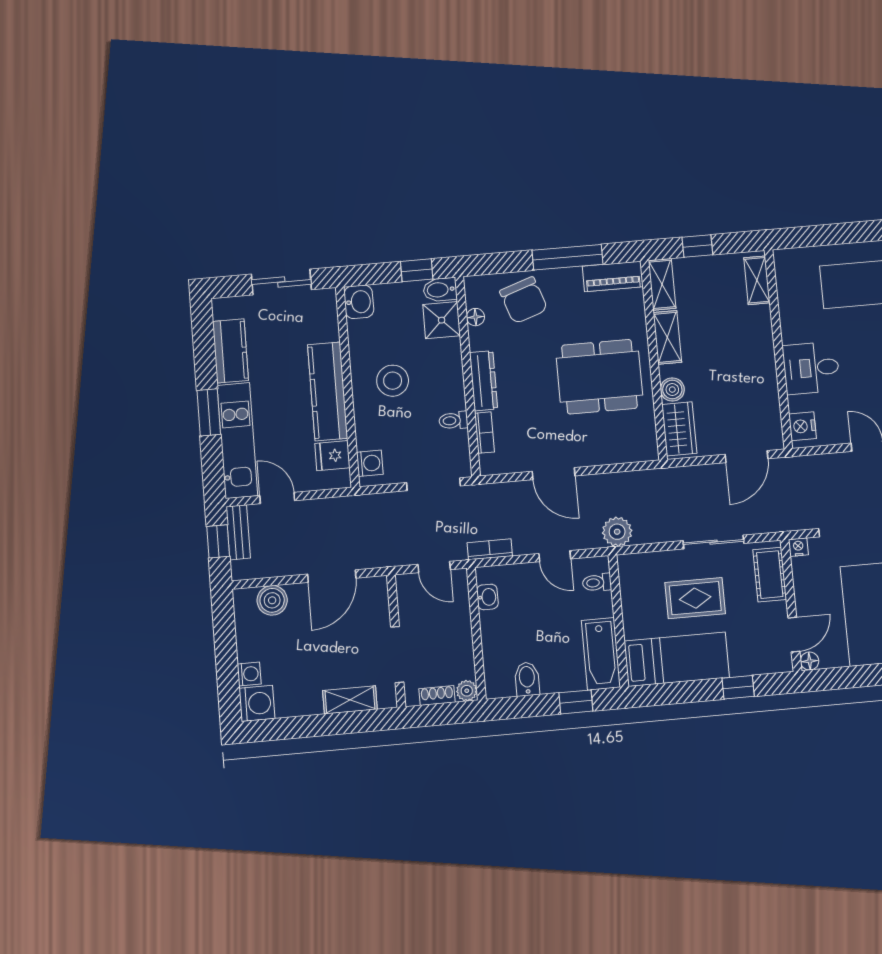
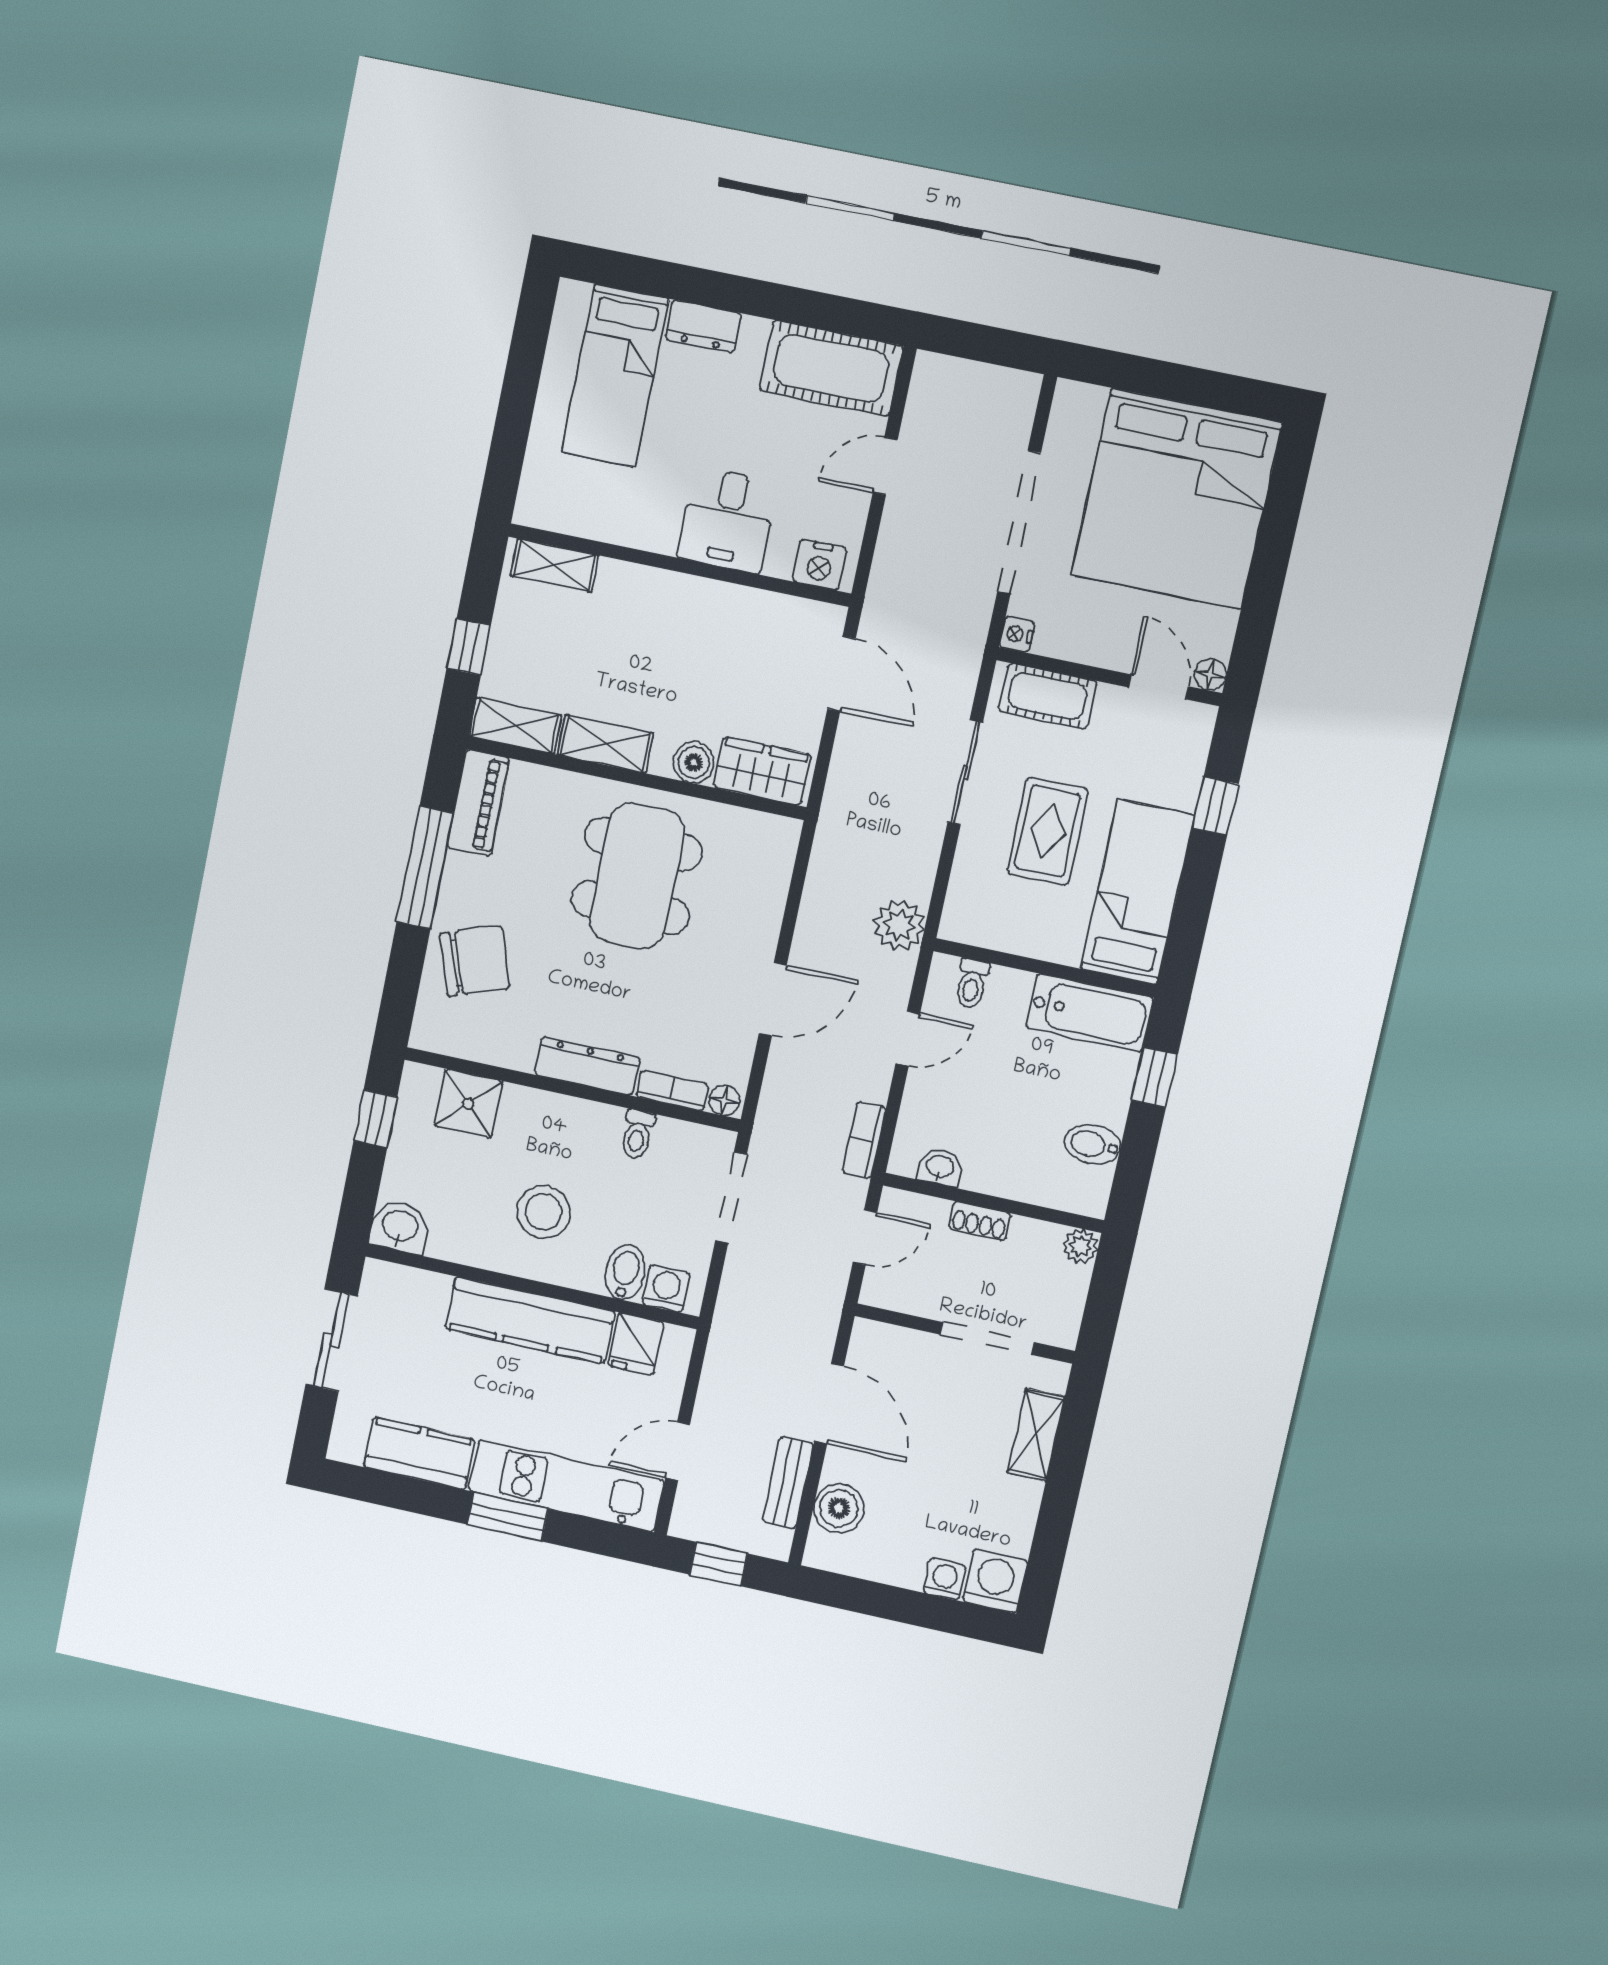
bidet: (440, 290) -> (625, 1272), moved, turned 180
floor lamp: (475, 317) -> (724, 1100), moved
bench: (238, 532) -> (788, 1483), moved, turned 90
shoe rack: (437, 695) -> (979, 1221), moved, turned -90

